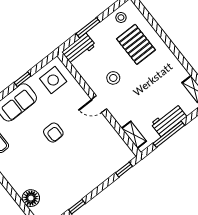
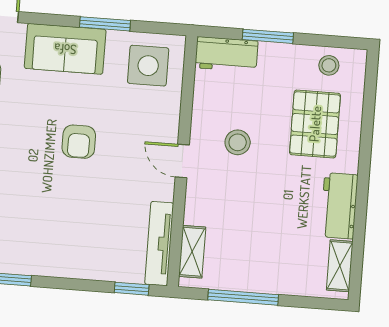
window: (23, 79) -> (105, 24), width x1.50
workbench: (169, 120) -> (339, 206), moved, turned -90
tv unit: (119, 143) -> (159, 244), added

